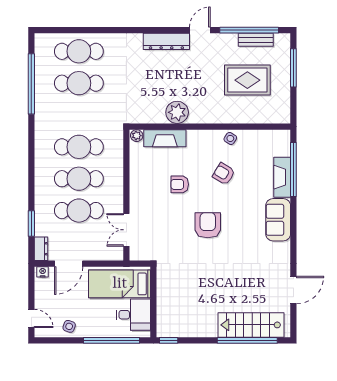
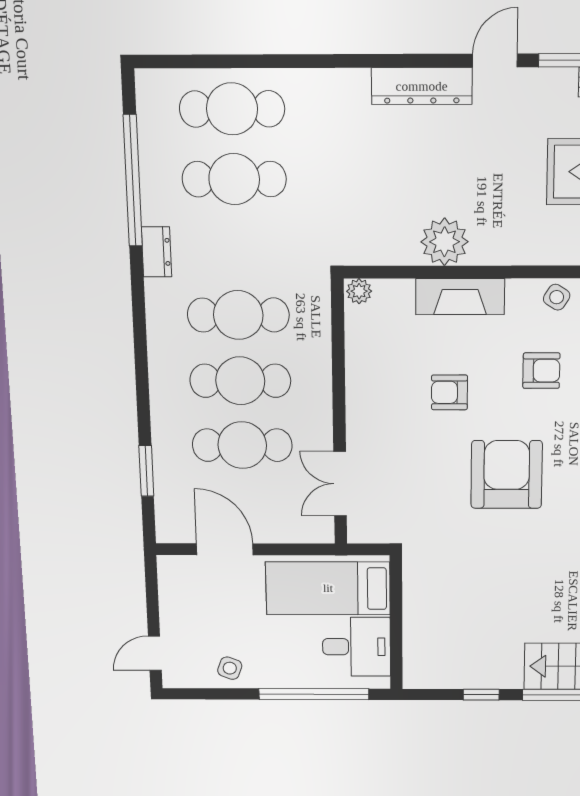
fireplace: (165, 138) -> (460, 297), moved
armchair: (224, 174) -> (541, 371), turned 149
armchair: (208, 225) -> (507, 474), width x1.36, depth x1.36
dresser: (41, 249) -> (157, 252), moved
door: (69, 264) -> (225, 549), swing flipped
nightstand: (43, 272) -> (173, 565), removed
door: (31, 318) -> (155, 653), swing flipped
window: (169, 340) -> (481, 695), moved

